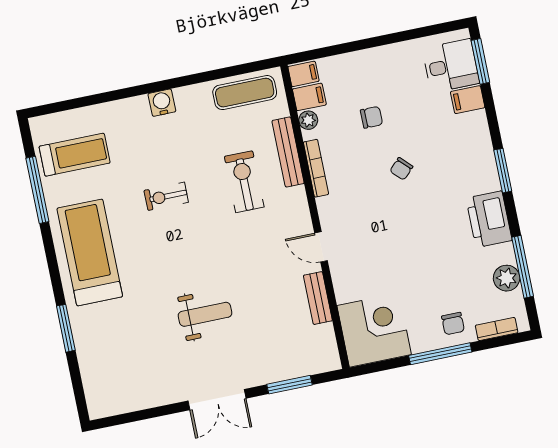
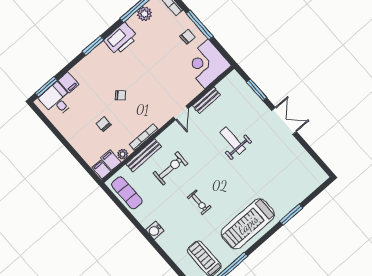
exercise bike: (244, 182) -> (170, 168), turned 180
weight bench: (205, 314) -> (233, 141), moved
chair: (453, 324) -> (188, 37), moved

